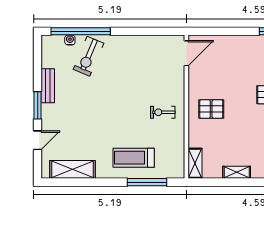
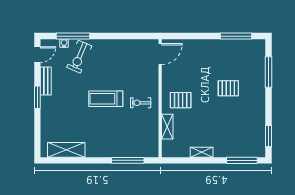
window: (81, 31) -> (73, 36), width x0.68
door: (38, 140) -> (37, 55), moved
treadmill: (134, 158) -> (106, 99), moved
shelving: (195, 163) -> (167, 127), moved

